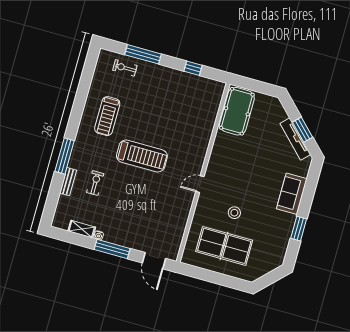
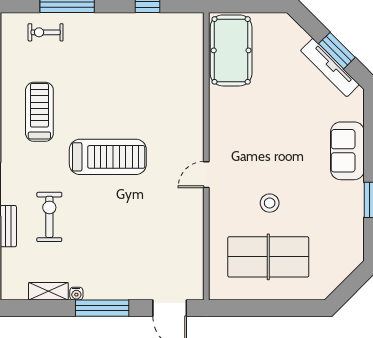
treadmill: (107, 116) -> (39, 112), turned 180
exercise bike: (95, 183) -> (49, 217), width x1.38, depth x1.39

